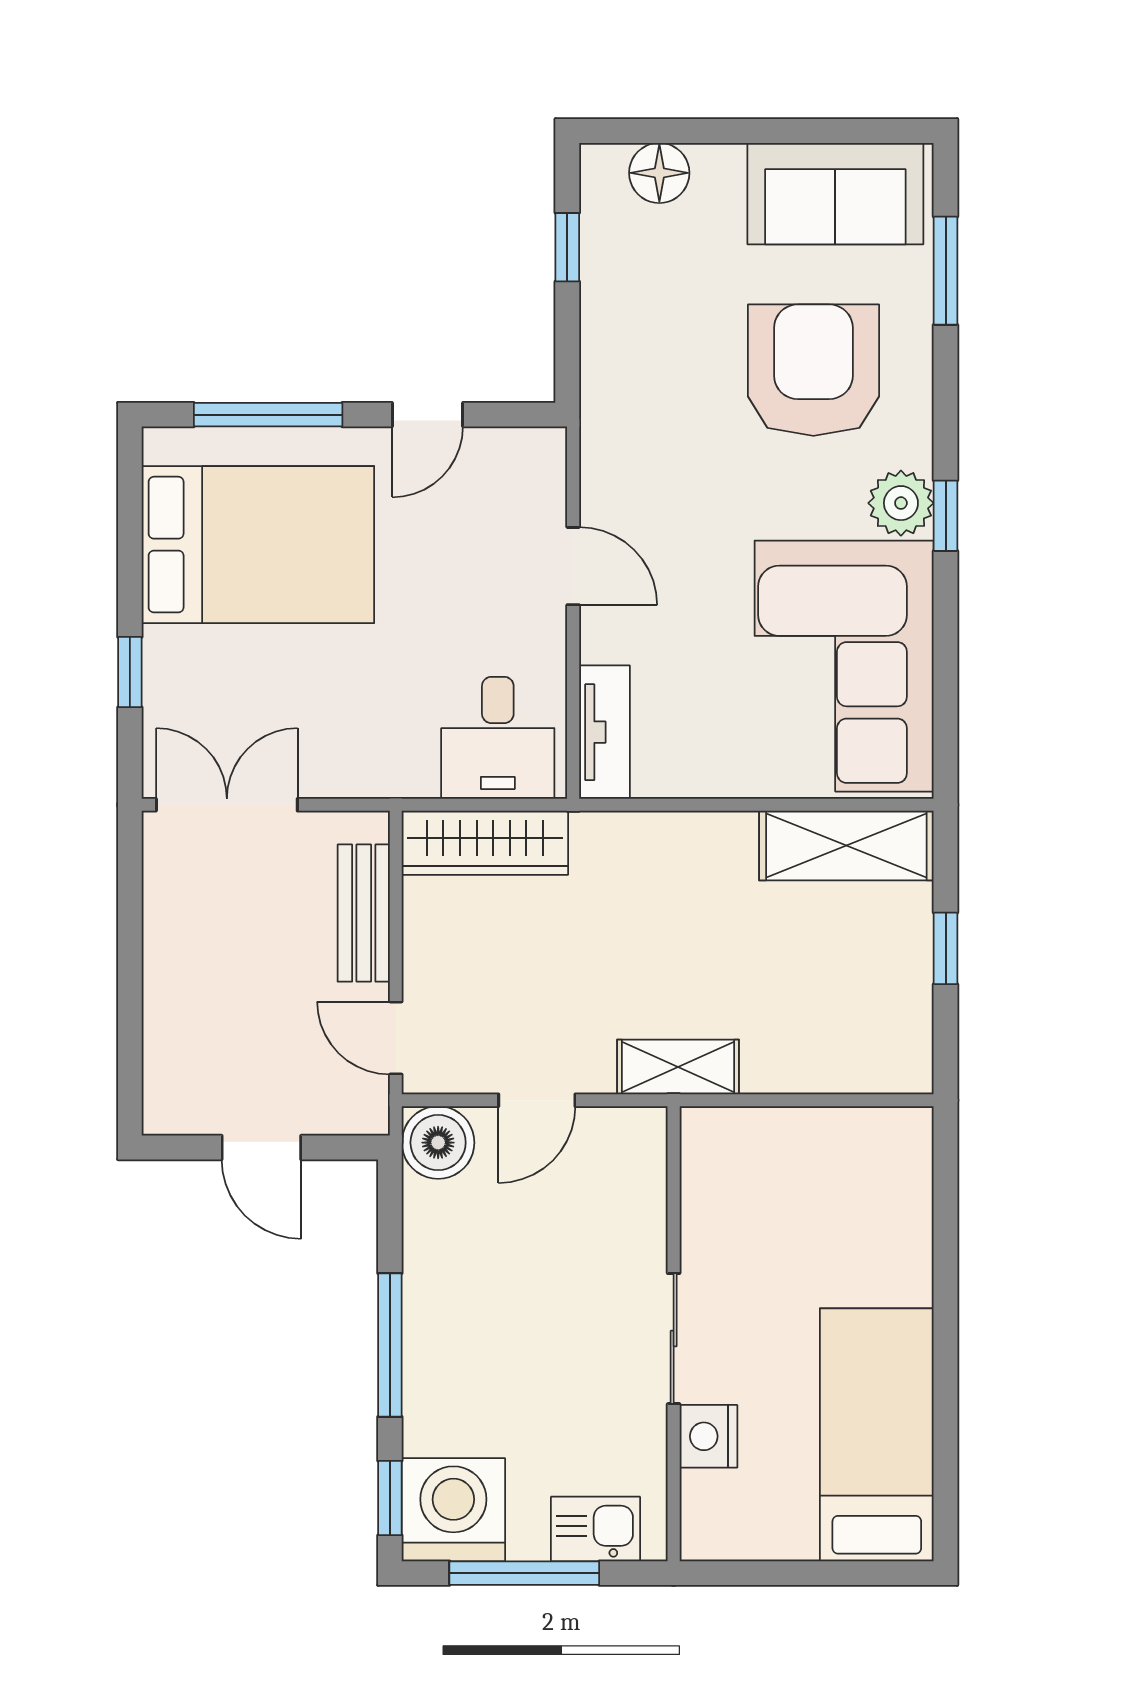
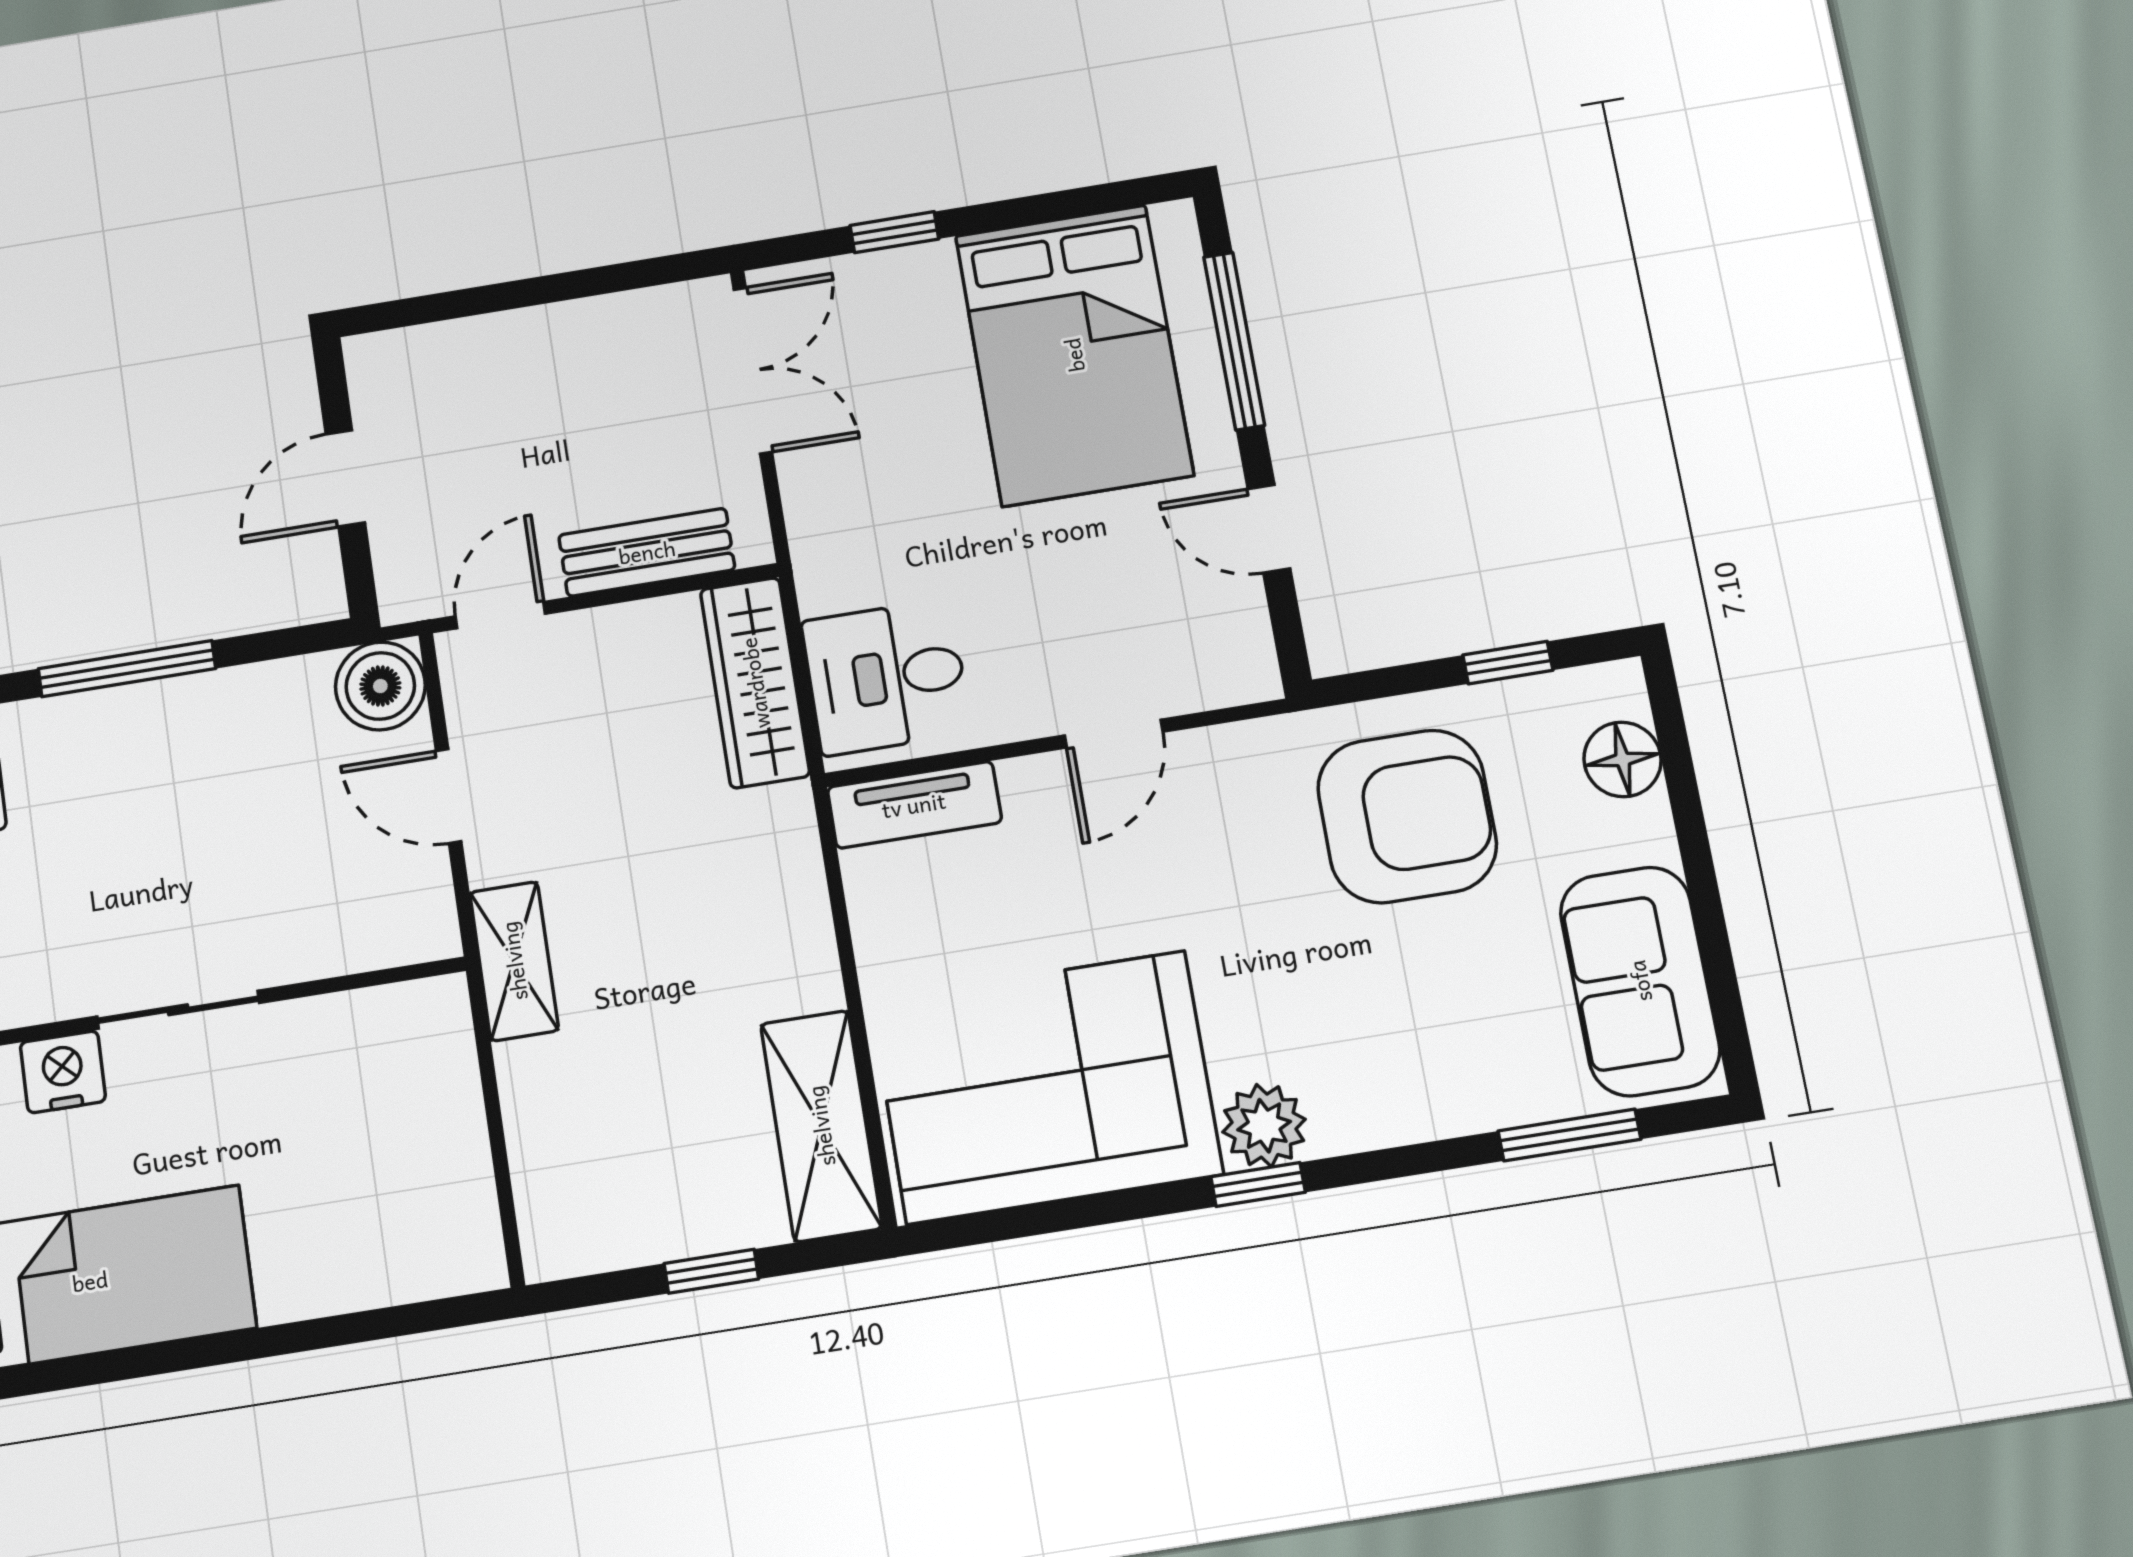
armchair: (813, 370) -> (1407, 816), moved

